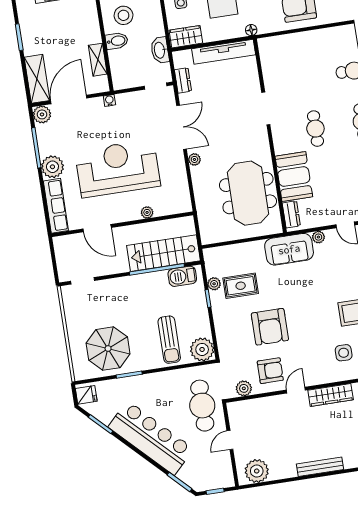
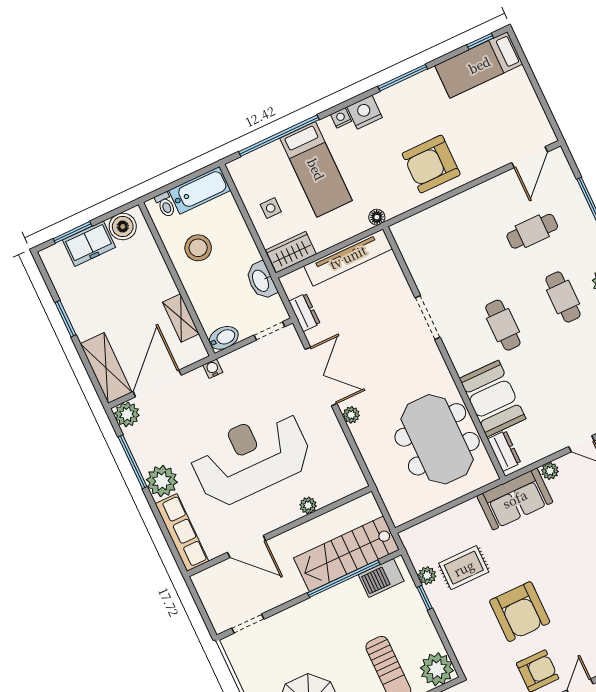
bidet: (117, 41) -> (224, 338), moved

